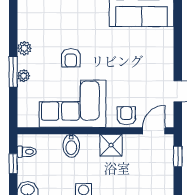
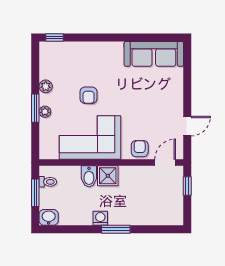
shower: (111, 145) -> (108, 176), moved
window: (13, 164) -> (35, 193), width x1.50

